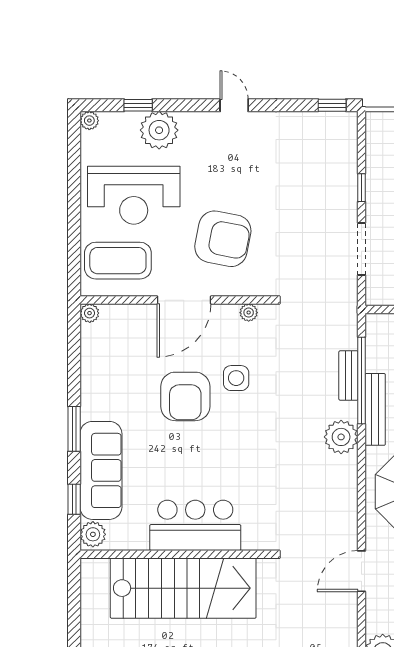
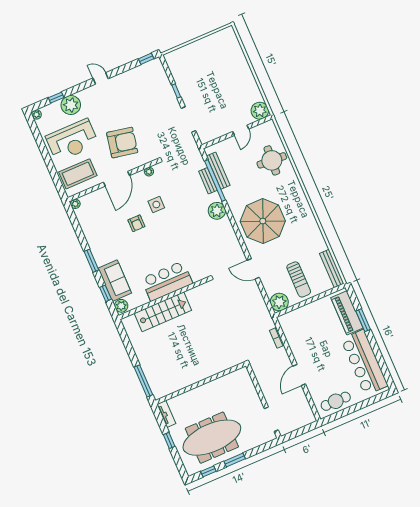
armchair: (185, 396) -> (136, 223), width x0.53, depth x0.53
bench: (375, 409) -> (218, 171), moved
sofa: (101, 470) -> (115, 281), width x0.73
door: (361, 571) -> (253, 269), hinge flipped
stairs: (183, 588) -> (163, 312), width x0.73, depth x0.66

